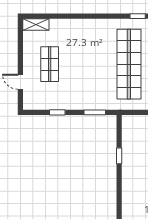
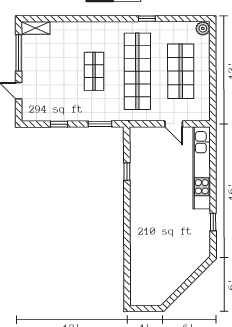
window: (20, 47) -> (19, 53), added
shop shelf: (50, 64) -> (94, 71), moved

